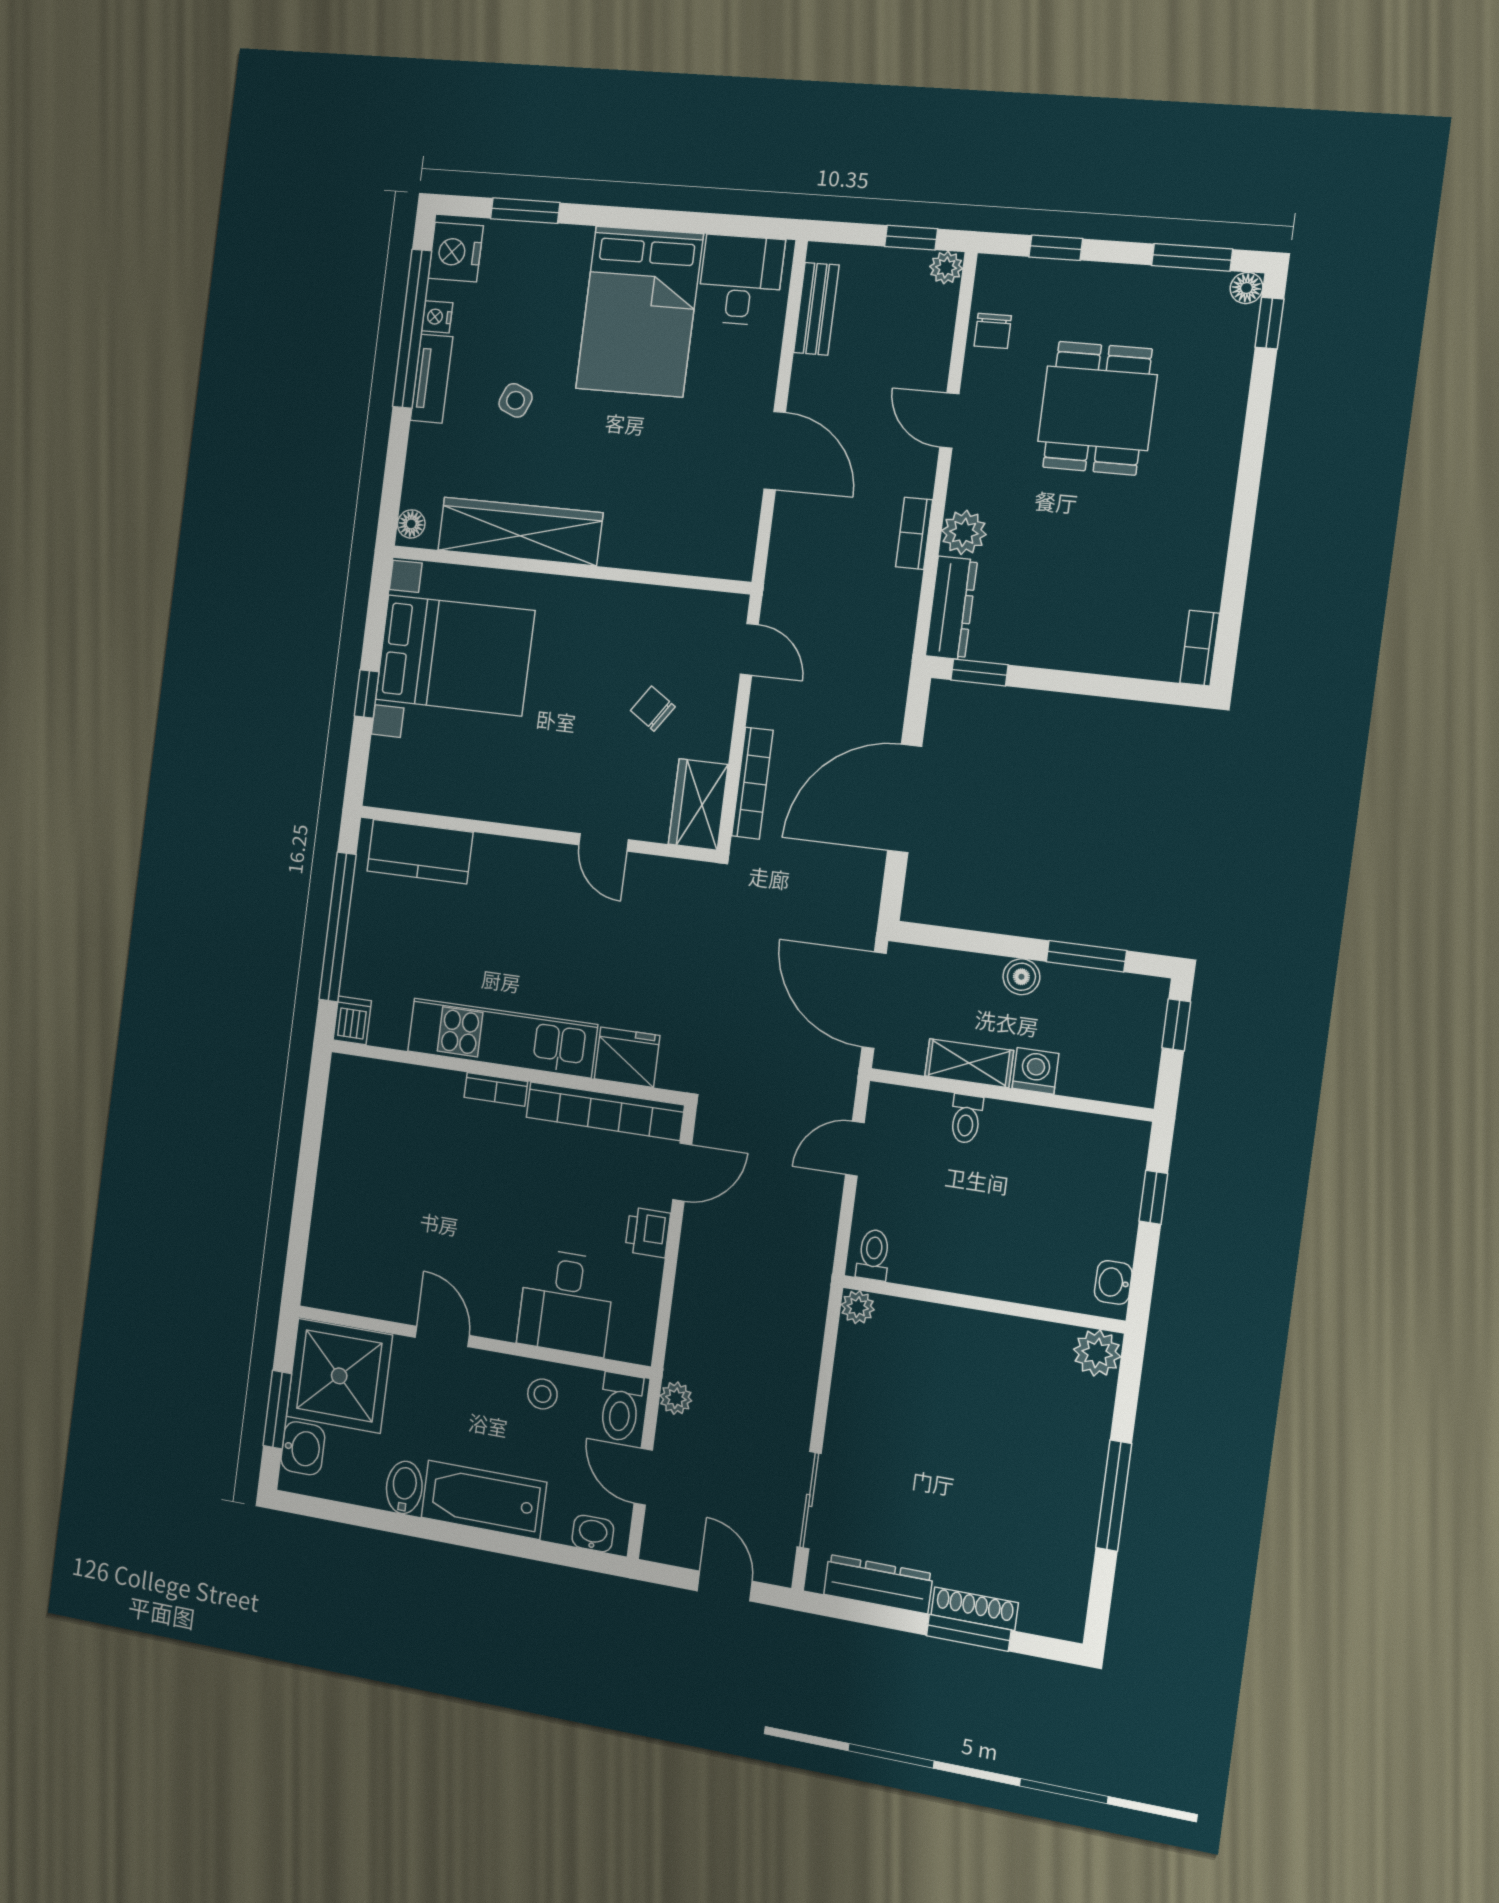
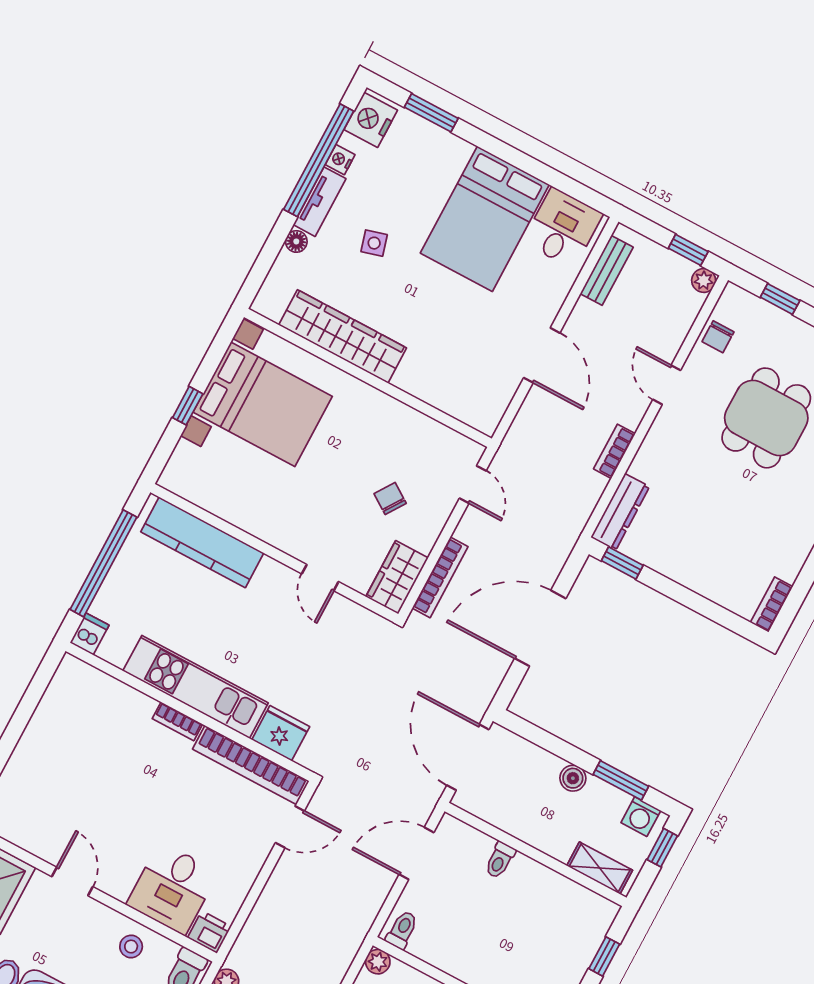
side table: (516, 400) -> (374, 243), turned -38
floor lamp: (411, 524) -> (296, 241), moved
plant: (964, 532) -> (648, 464), removed
kitchen counter: (420, 852) -> (202, 542), width x1.50
shelving: (969, 1063) -> (600, 868), moved
washing machine: (1035, 1071) -> (641, 817), moved, turned 180
door: (855, 1149) -> (416, 853), width x1.38
printer: (648, 1232) -> (209, 932), moved, turned 90

